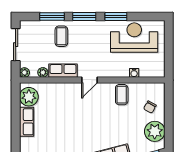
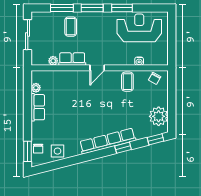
plant: (24, 73) -> (36, 61), removed
plant: (29, 97) -> (36, 88), width x0.53, depth x0.53
chair: (150, 107) -> (155, 78), moved

